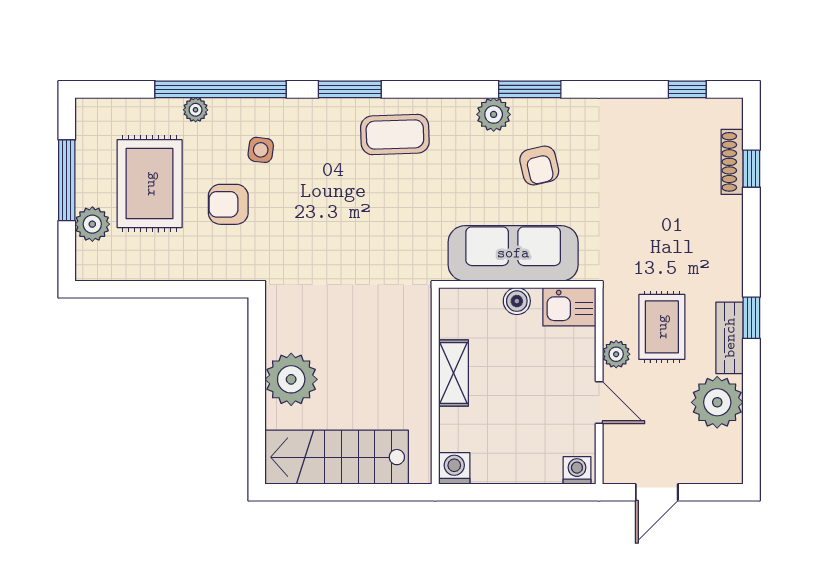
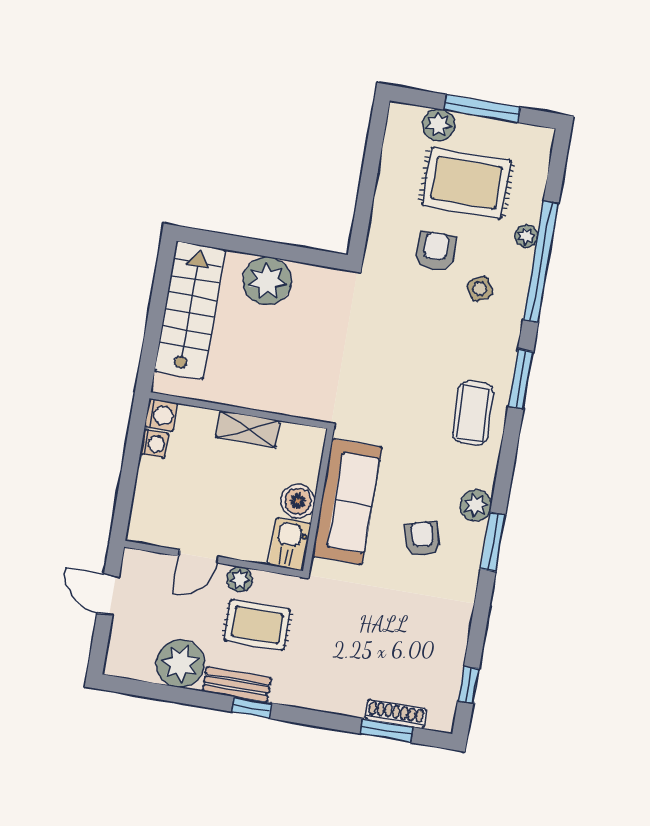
side table: (261, 150) -> (480, 289), turned -35
armchair: (539, 165) -> (422, 539), turned 87
window: (751, 169) -> (387, 731), width x1.50
boiler: (517, 301) -> (298, 501), width x1.36, depth x1.36
washing machine: (577, 470) -> (154, 444), moved

